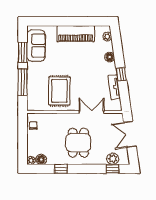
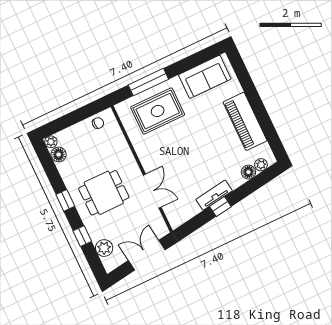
window: (23, 52) -> (188, 63), removed
floor lamp: (110, 57) -> (248, 172), moved
tv unit: (114, 87) -> (214, 195), moved
rug: (59, 91) -> (158, 111), moved
window: (61, 169) -> (65, 200), moved
window: (112, 169) -> (82, 236), moved

